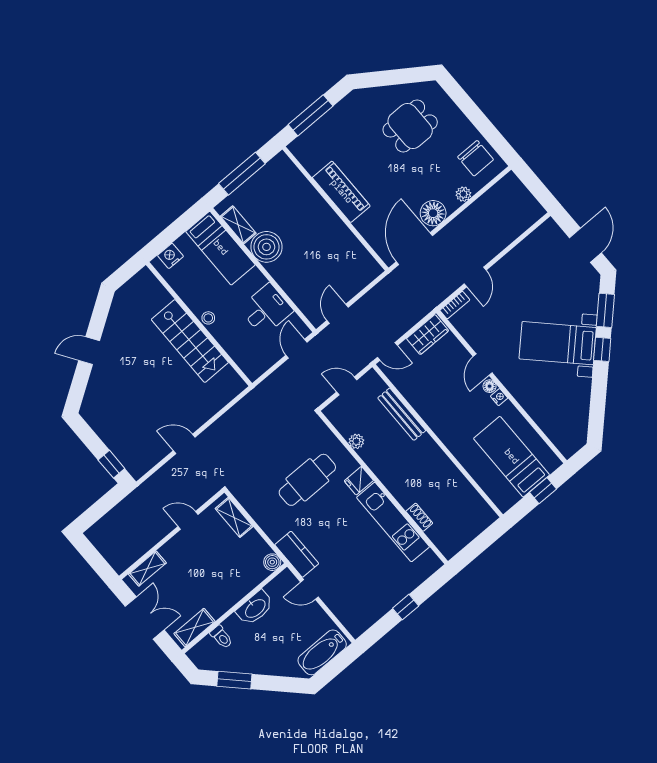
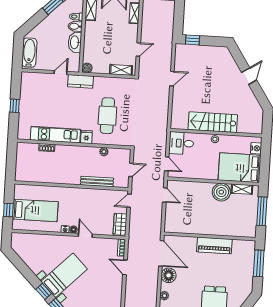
bed: (220, 248) -> (240, 168), width x1.50
desk: (266, 310) -> (181, 143), moved, turned 90
bidet: (235, 627) -> (75, 26), added

